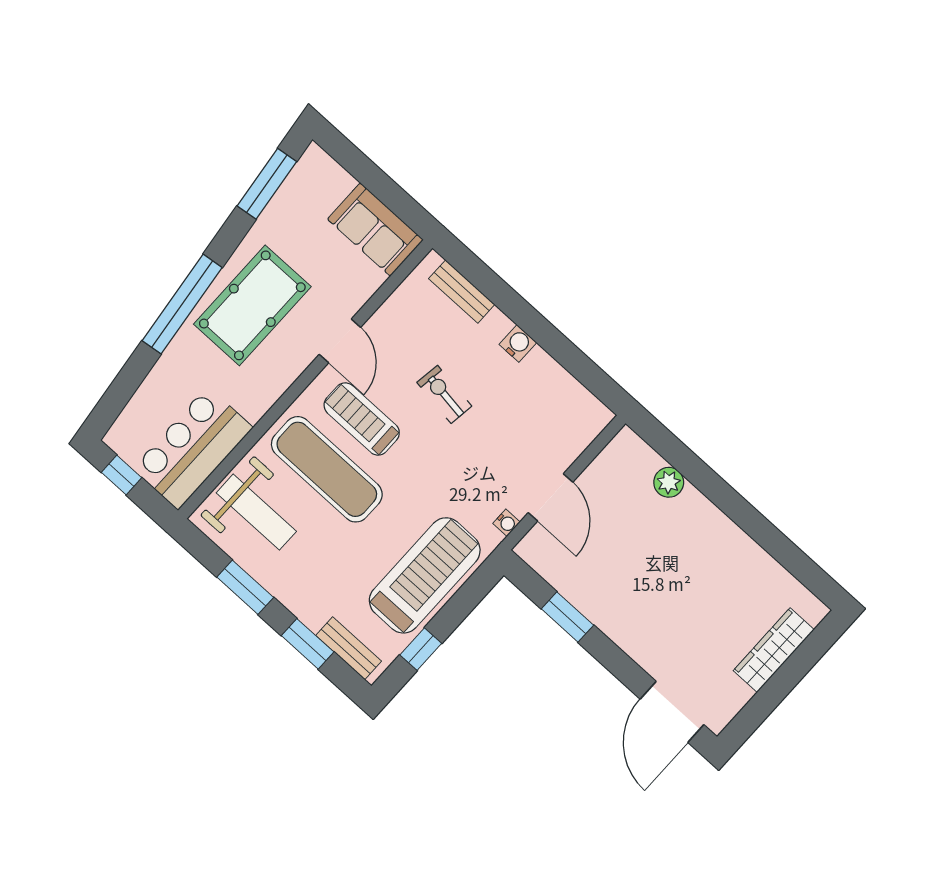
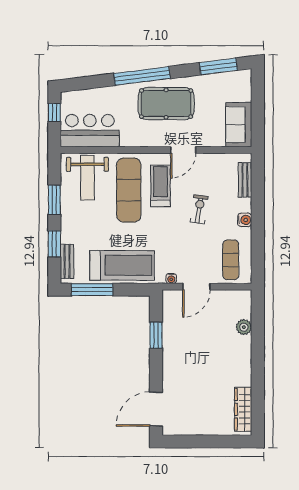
exercise mat: (557, 415) -> (231, 260), added
window: (421, 649) -> (92, 290), width x2.17
wardrobe: (774, 650) -> (243, 409), moved, turned -90

